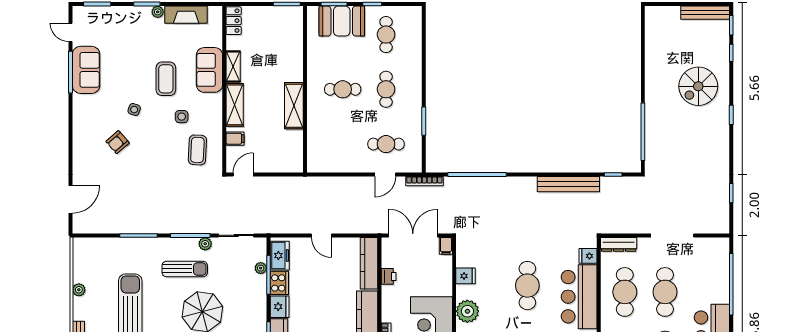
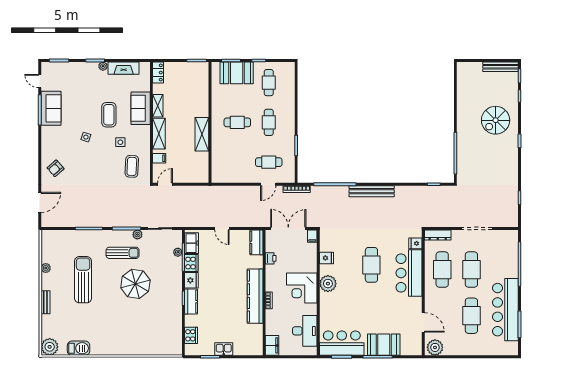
armchair: (118, 142) -> (56, 168), moved
bench: (568, 184) -> (372, 191), moved
kitchen counter: (369, 263) -> (256, 242), width x0.67

